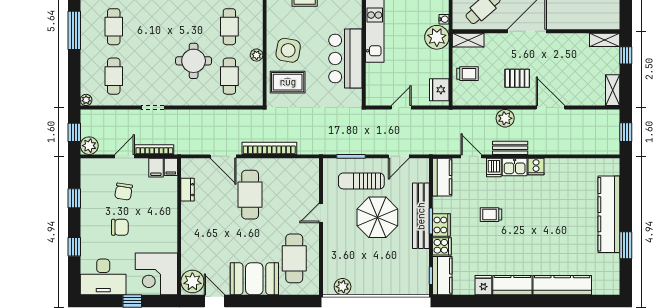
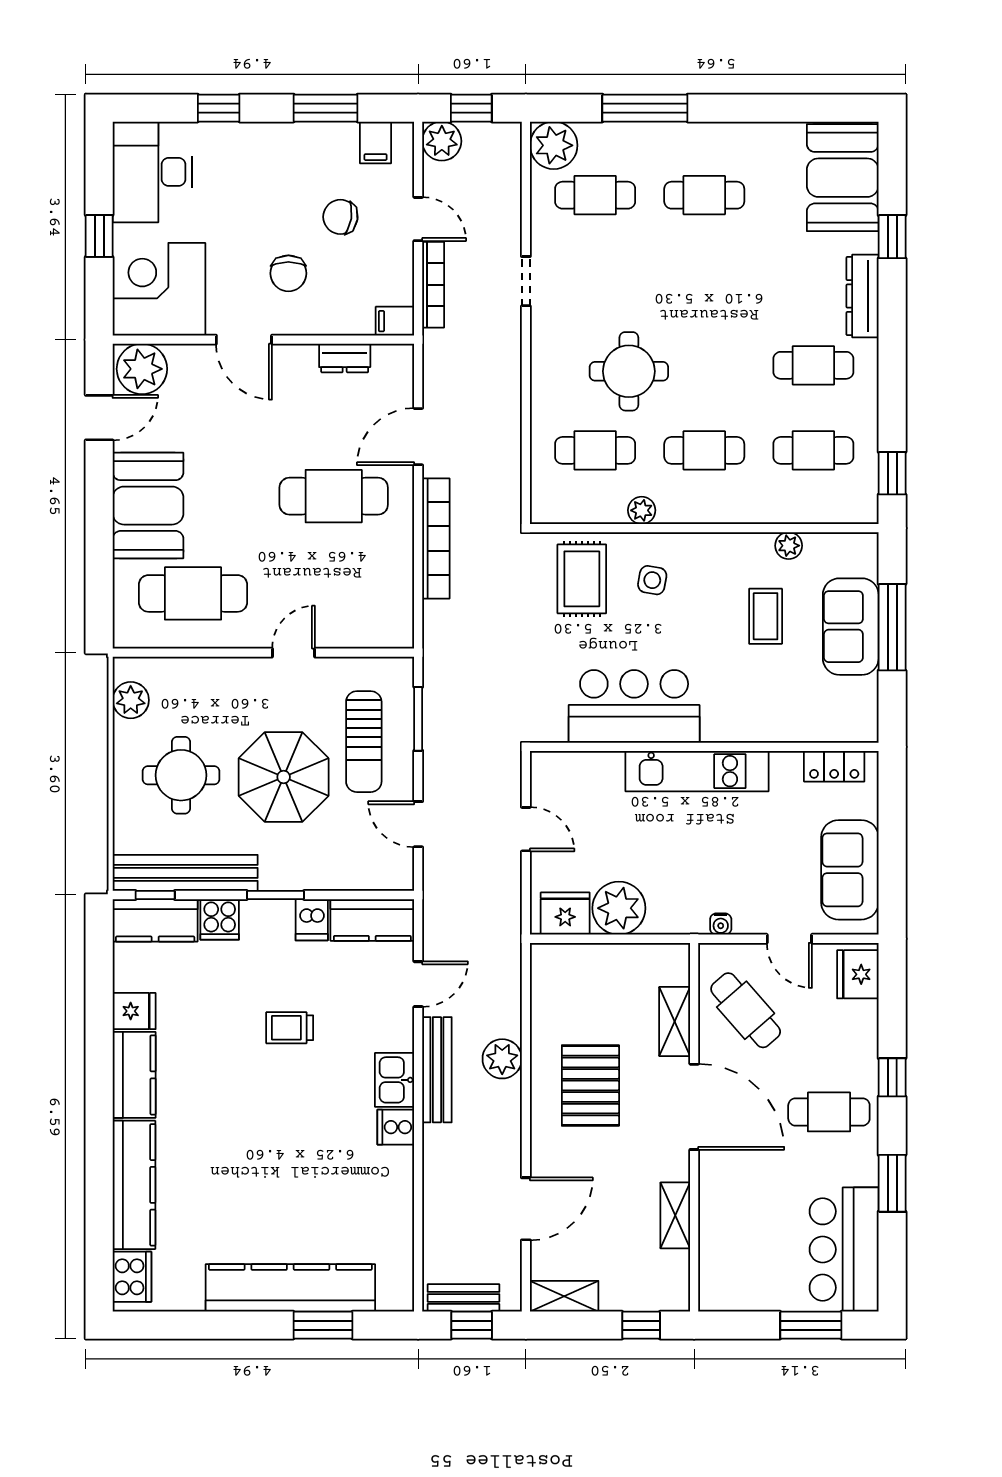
window: (74, 30) -> (645, 108), moved
plant: (437, 37) -> (619, 908), moved
shelving: (468, 40) -> (675, 1021), moved
shelving: (605, 40) -> (675, 1215), moved
side table: (288, 50) -> (652, 580), width x0.54, depth x0.54
trolley: (467, 74) -> (601, 976), removed
pallet: (517, 78) -> (590, 1086), width x1.50, depth x1.42
plant: (86, 100) -> (554, 145), width x1.87, depth x1.87
door: (551, 108) -> (526, 1209), moved
bench: (613, 136) -> (463, 1298), added
bench: (510, 148) -> (437, 1070), width x1.36
filing cabinet: (156, 168) -> (376, 142), moved, turned -90
dishwasher: (494, 168) -> (312, 920), moved, turned -90
sun lounger: (361, 181) -> (364, 742), turned 180
window: (74, 198) -> (326, 108), width x1.50
door: (321, 213) -> (294, 653), hinge flipped
trolley: (491, 215) -> (290, 1028), turned -90
bench: (421, 216) -> (185, 873), moved
cooker: (441, 225) -> (132, 1277), moved, turned -90
chair: (120, 227) -> (288, 273), moved
door: (179, 235) -> (244, 340), added
window: (626, 245) -> (323, 1325), moved
round table: (377, 264) -> (181, 775), added

